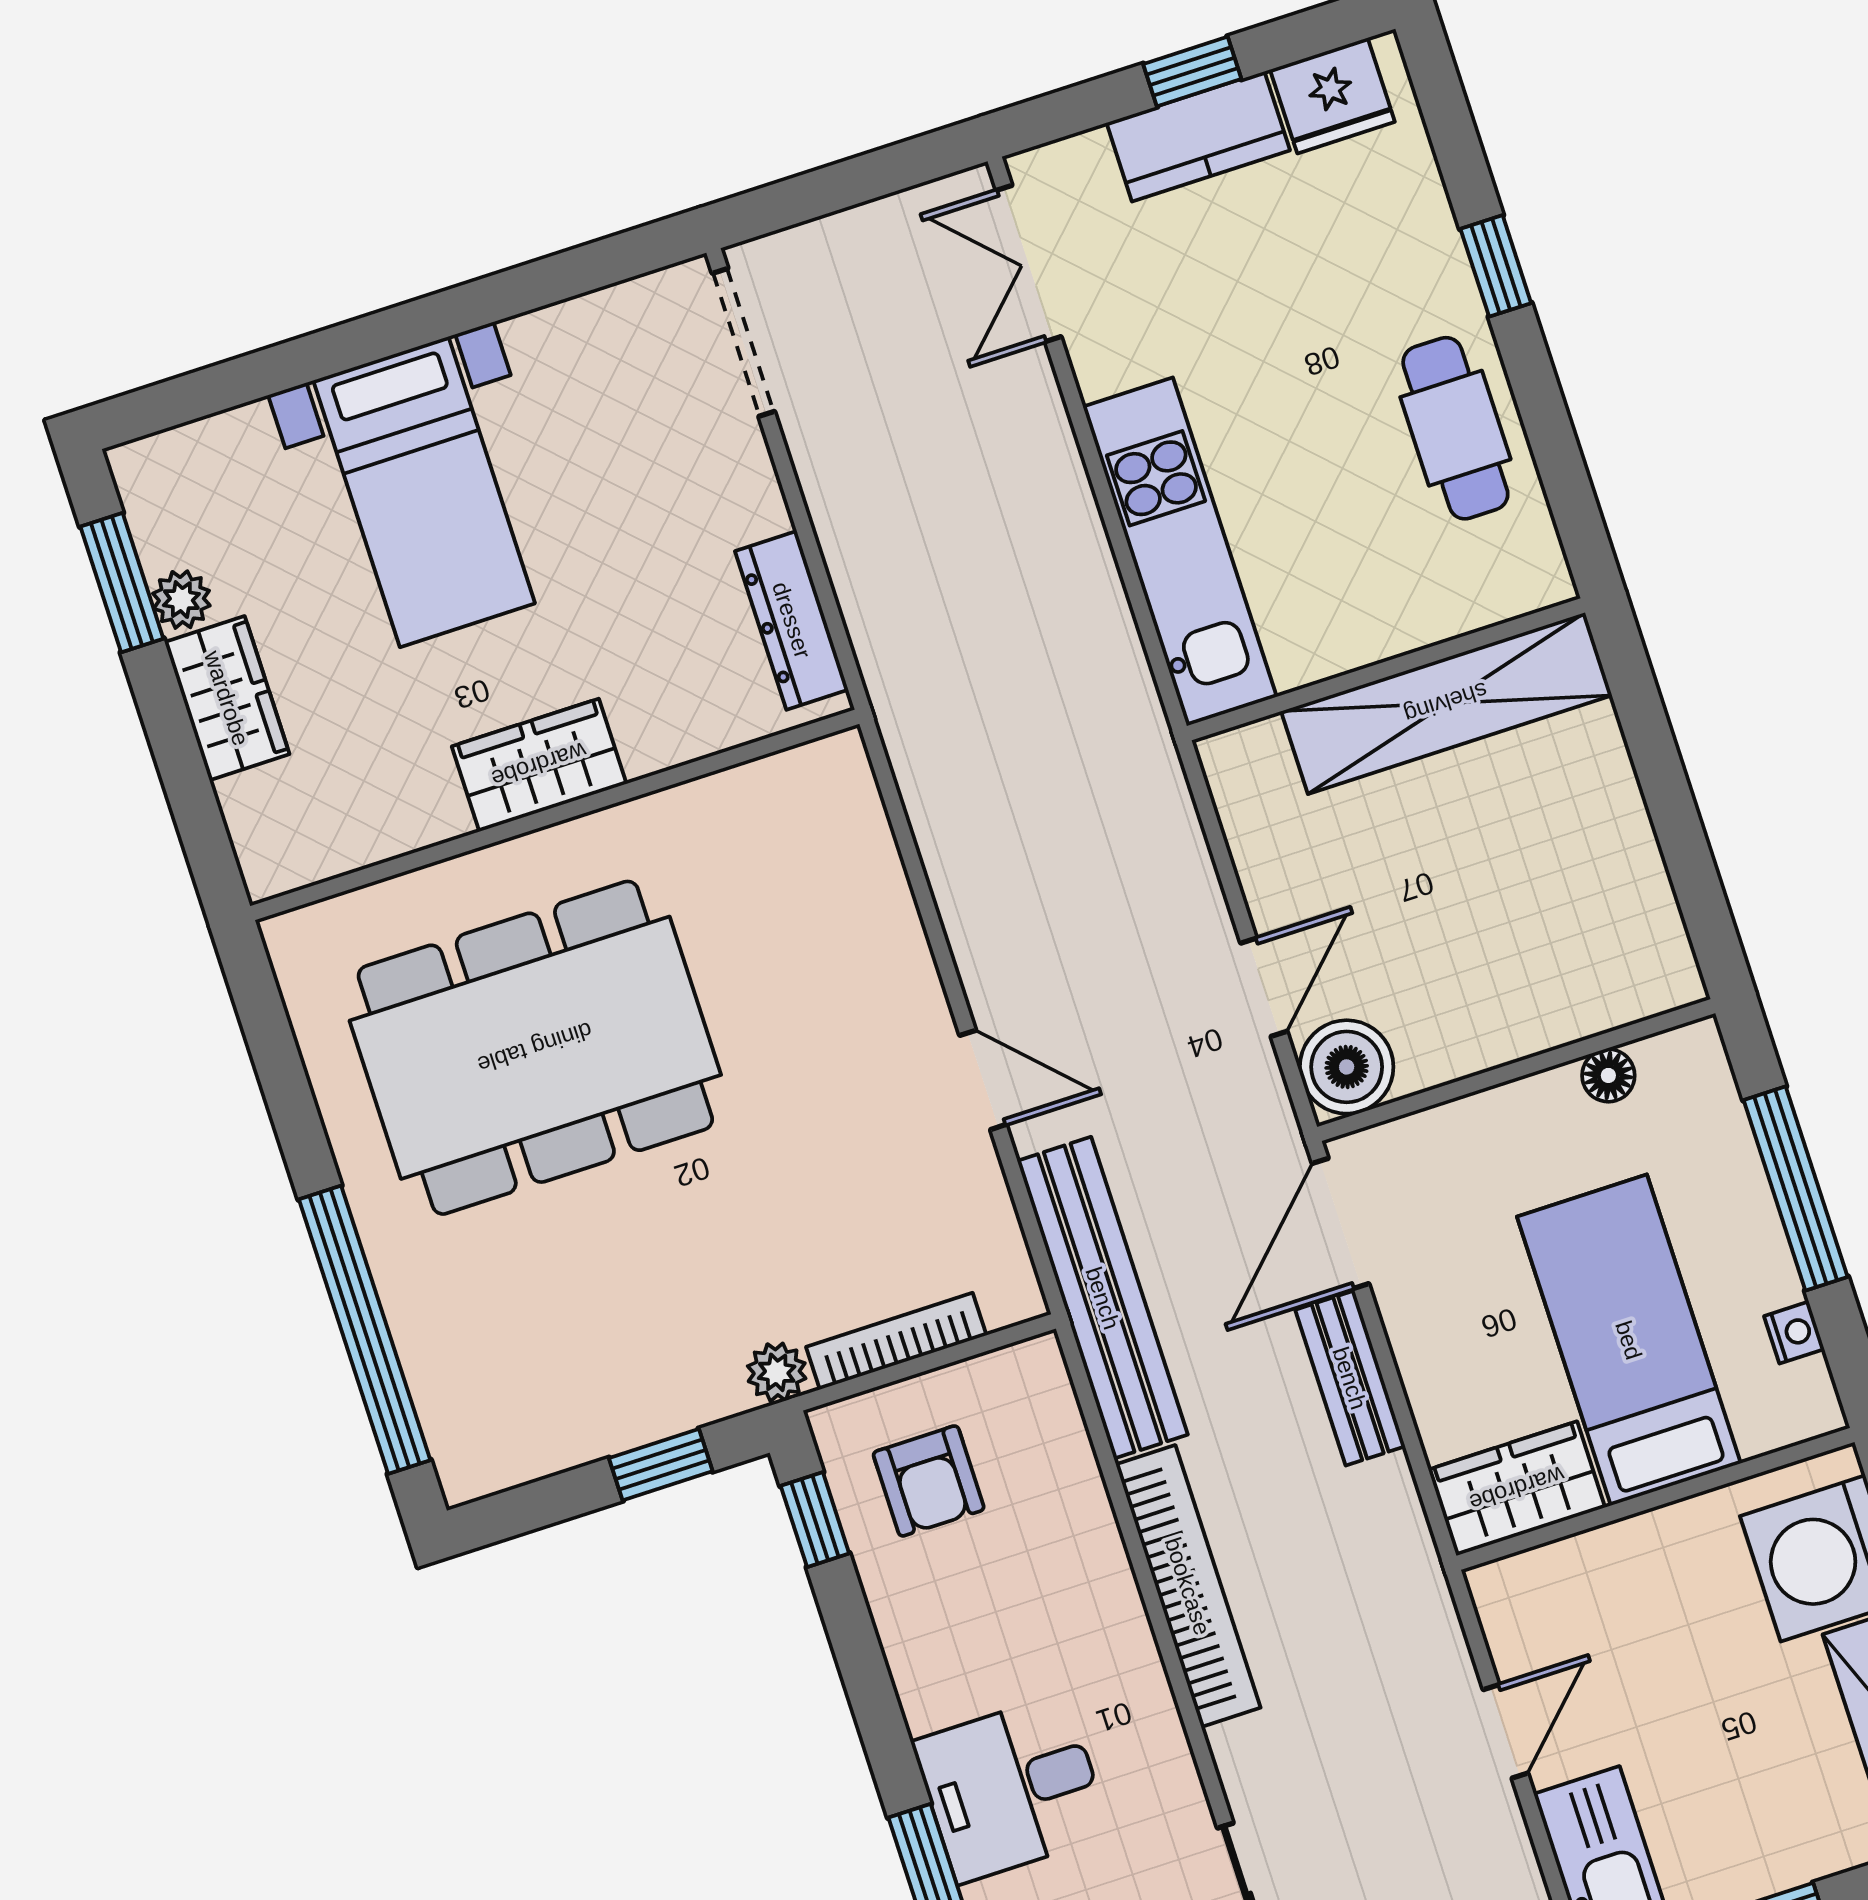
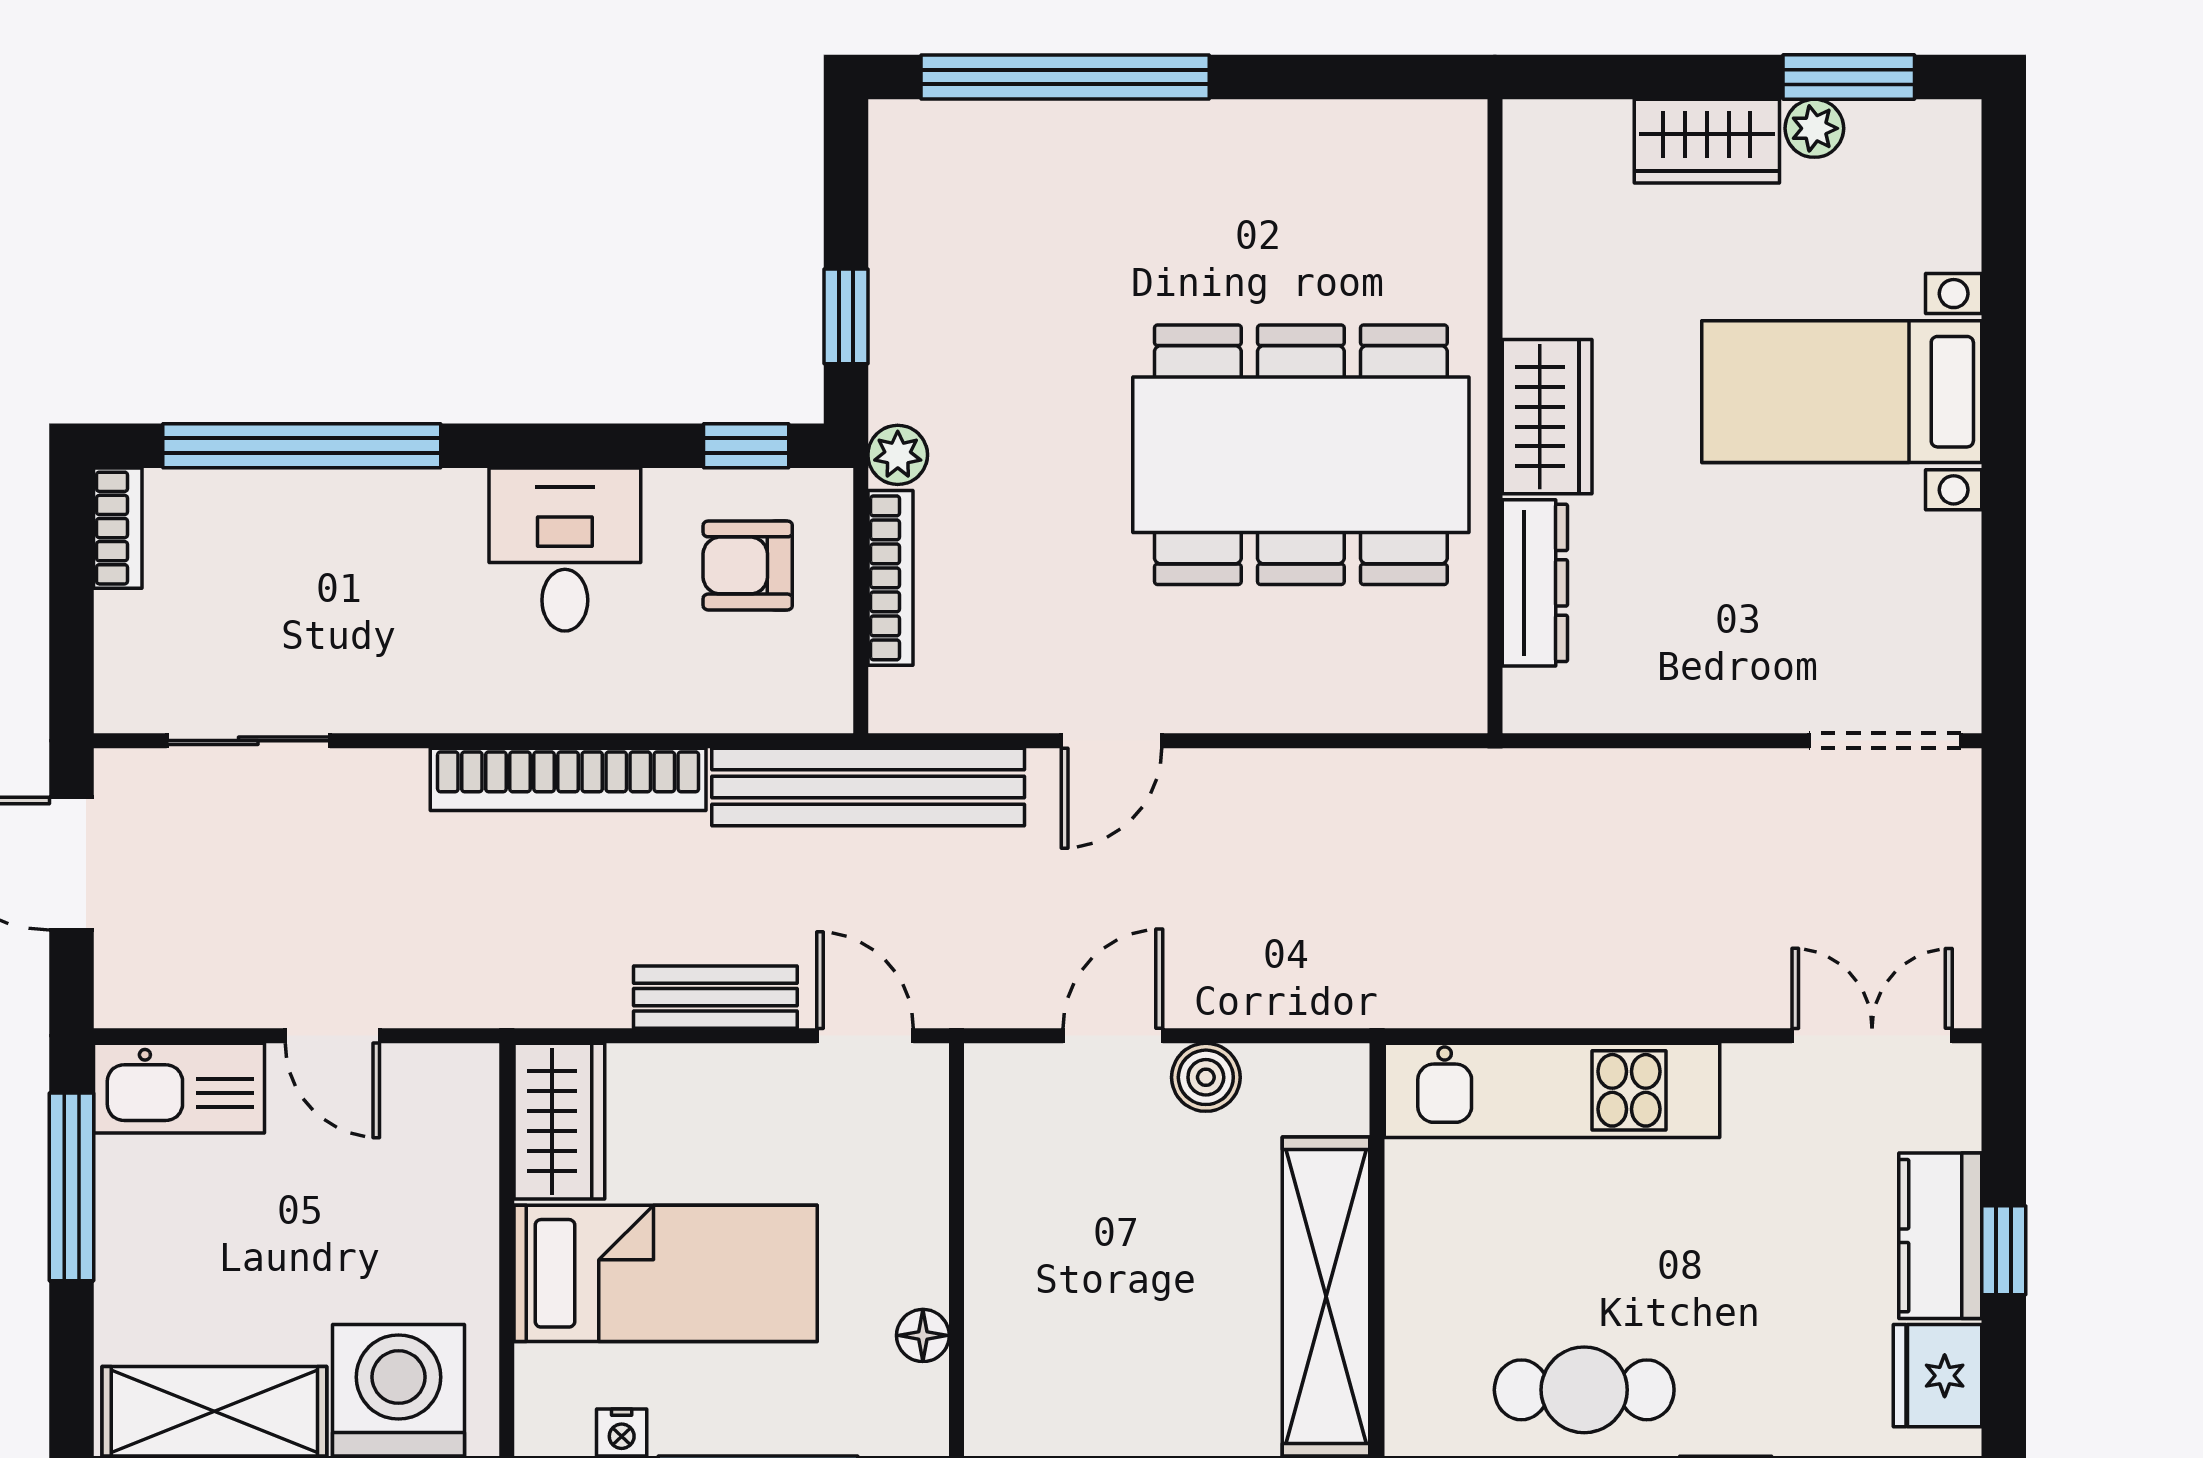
dresser: (792, 620) -> (1535, 583), moved, turned 90
door: (1264, 987) -> (1113, 1036), swing flipped
dining table: (535, 1048) -> (1301, 455), moved, turned 90
boiler: (1347, 1067) -> (1206, 1077), moved, width x0.73, depth x0.73
door: (1341, 1224) -> (865, 1036), width x0.73
desk: (1012, 1788) -> (565, 550), moved

